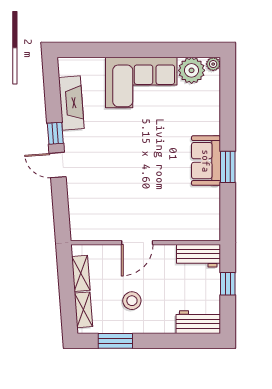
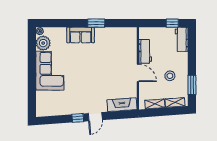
fireplace: (71, 103) -> (122, 105), moved
sofa: (206, 161) -> (81, 35), moved
workbench: (199, 256) -> (145, 51), moved
window: (228, 284) -> (172, 23), moved

